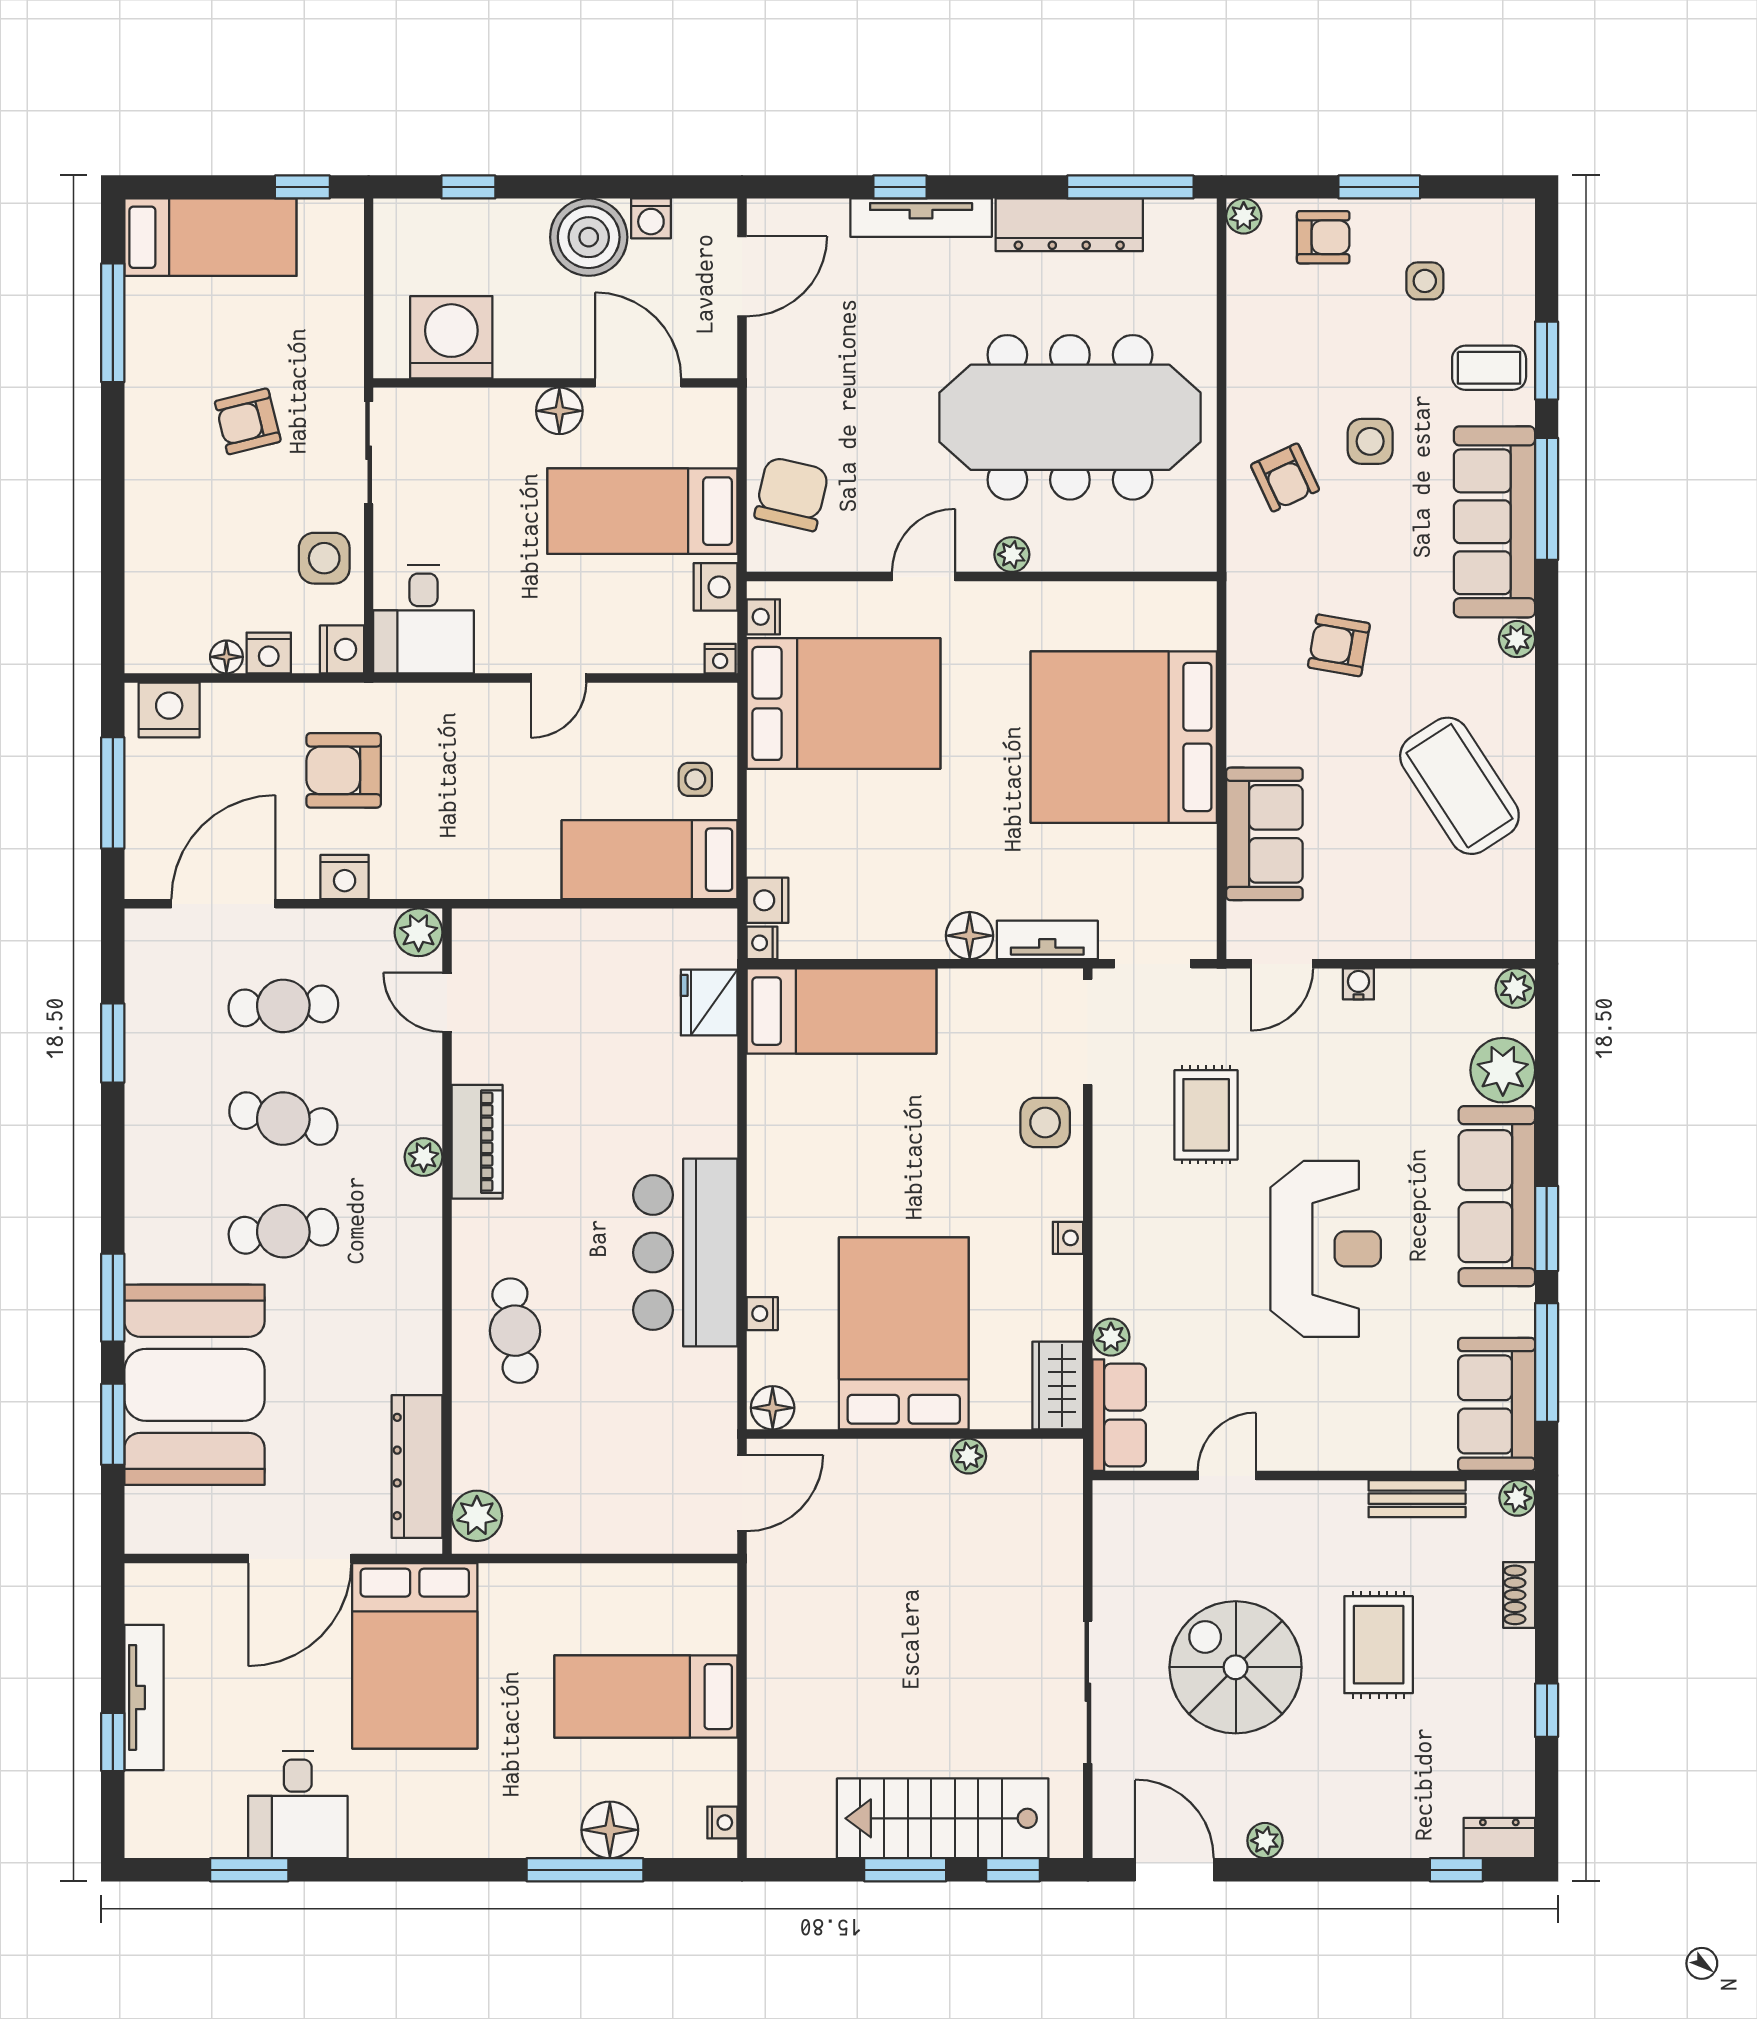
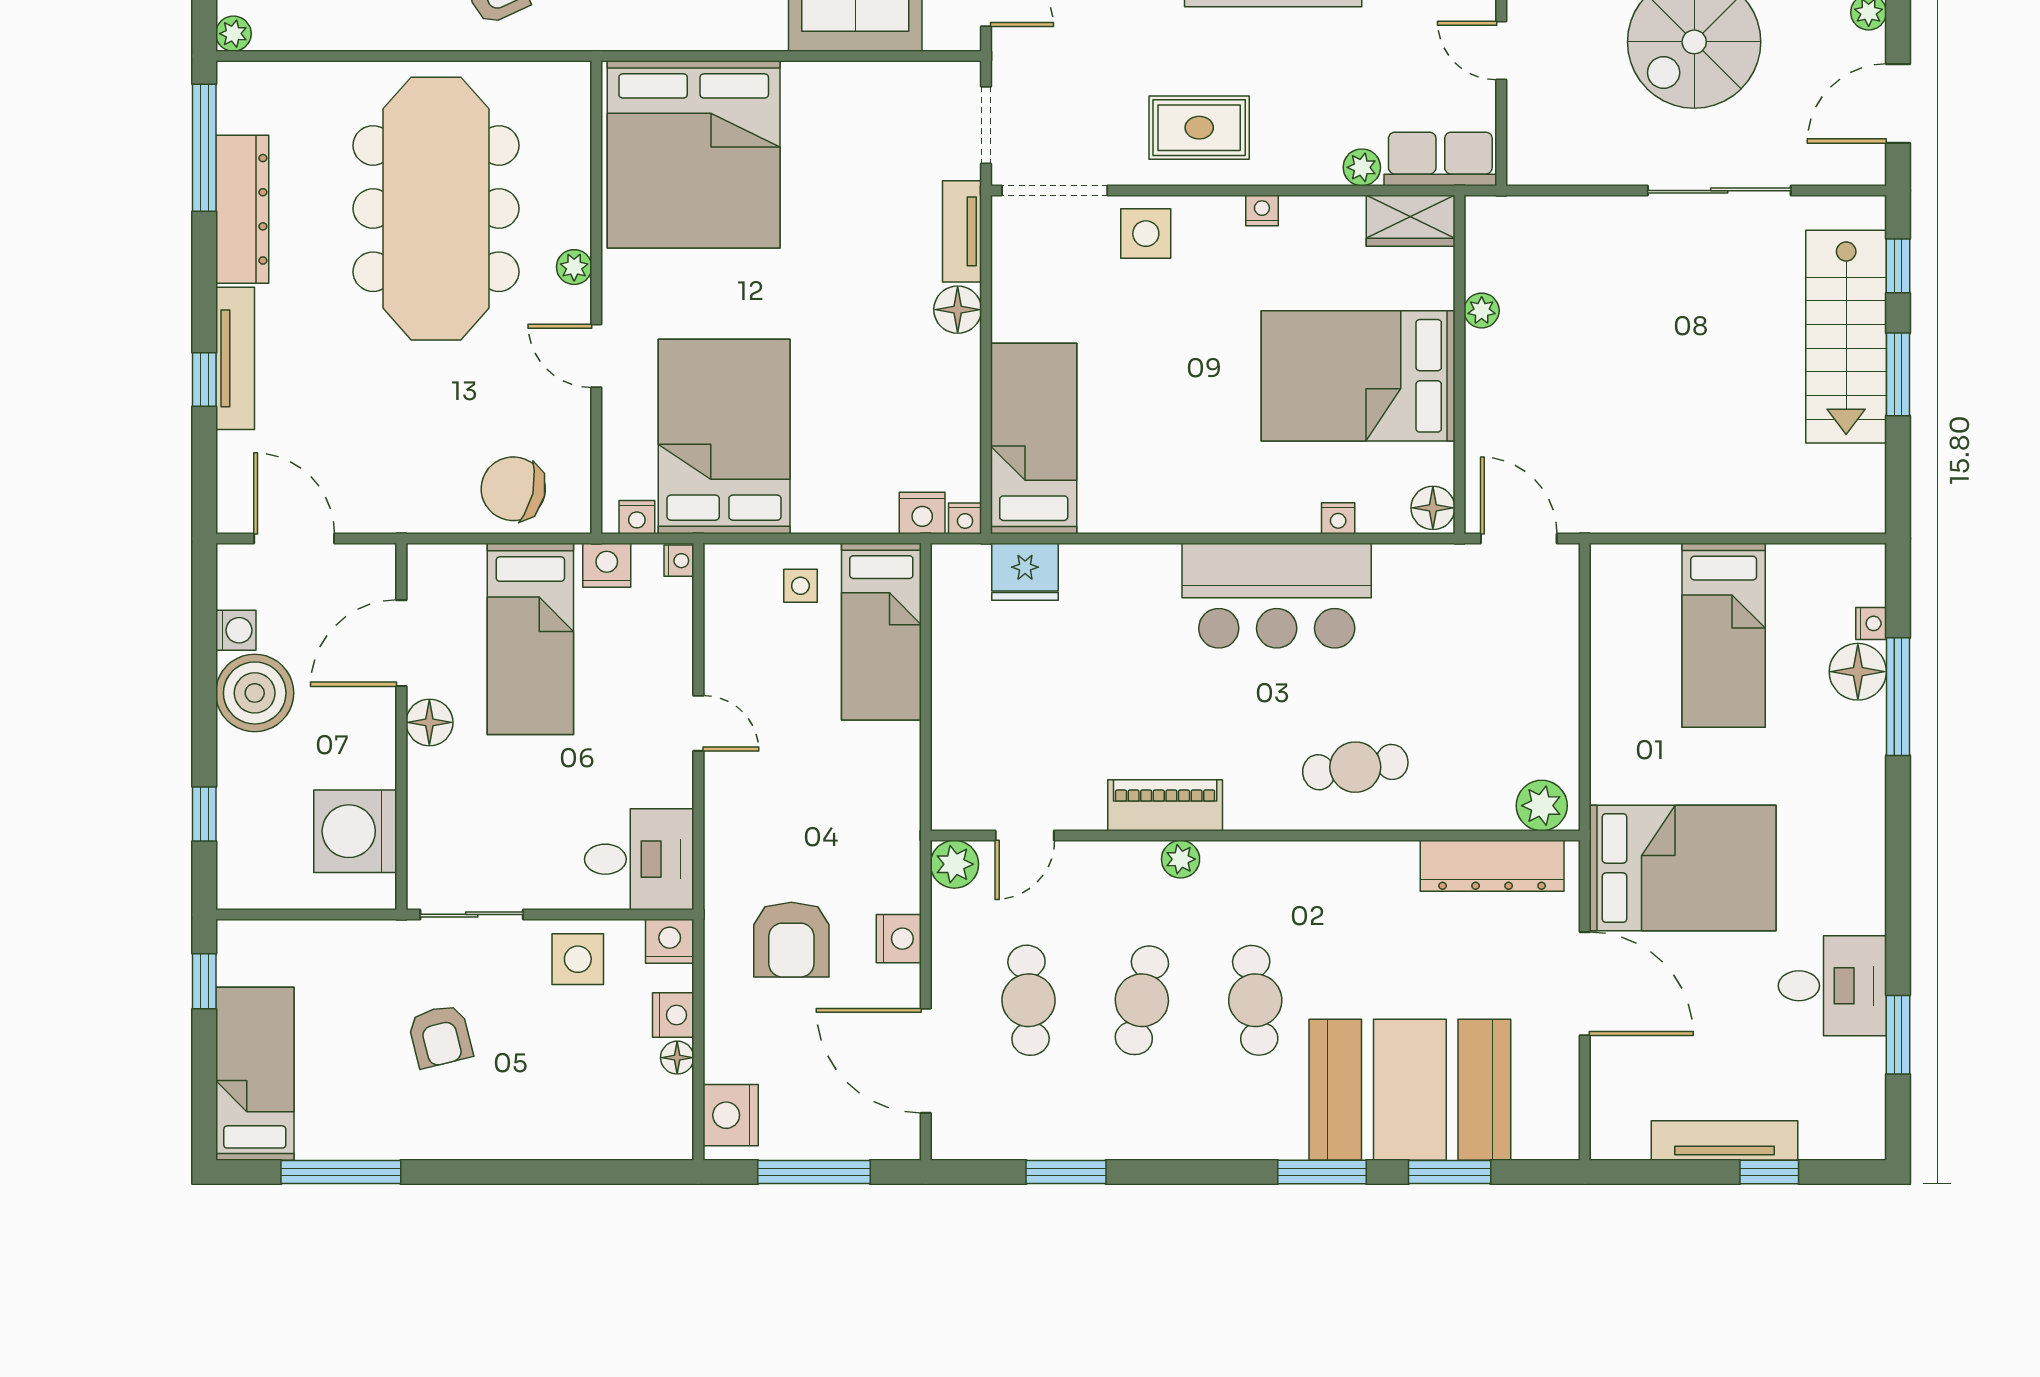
bed: (1124, 737) -> (694, 154), moved
rug: (1206, 1115) -> (1199, 128), moved
nightstand: (722, 1822) -> (1871, 623), moved, turned 90

